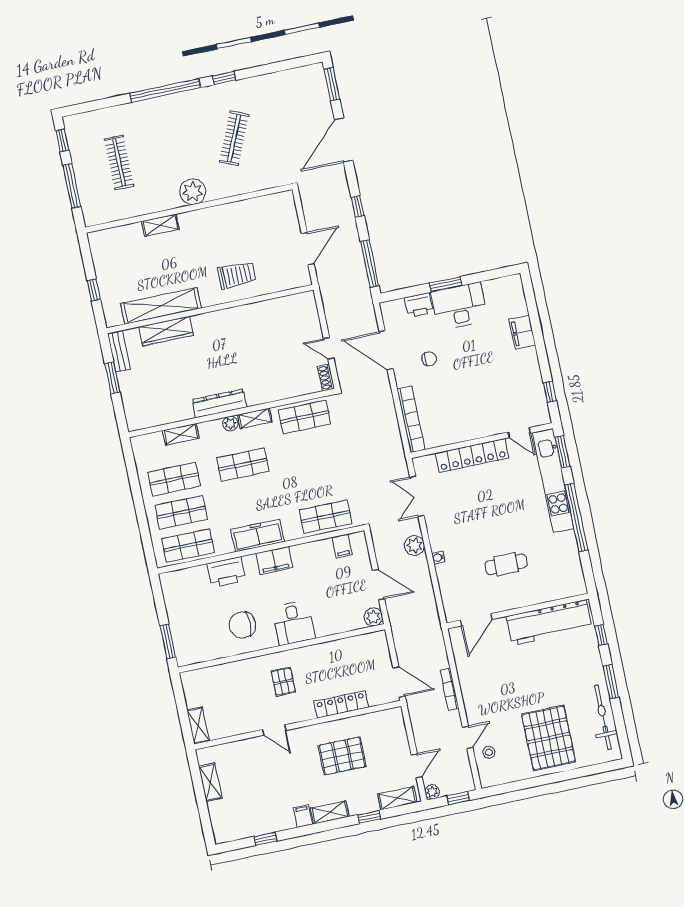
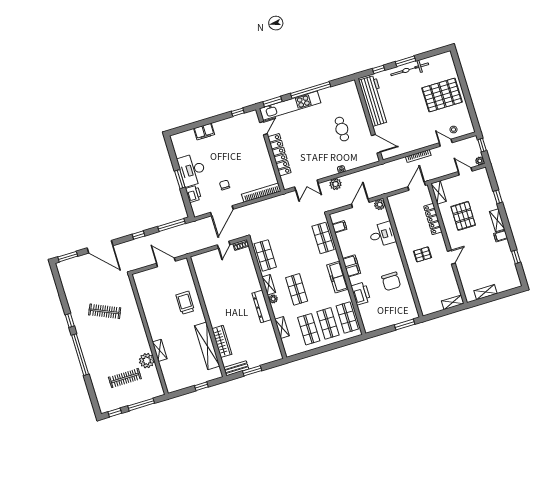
plant: (193, 192) -> (147, 361), moved
desk: (294, 623) -> (382, 234), moved
bicycle: (603, 717) -> (410, 69), moved
shelving: (397, 798) -> (439, 192), moved

